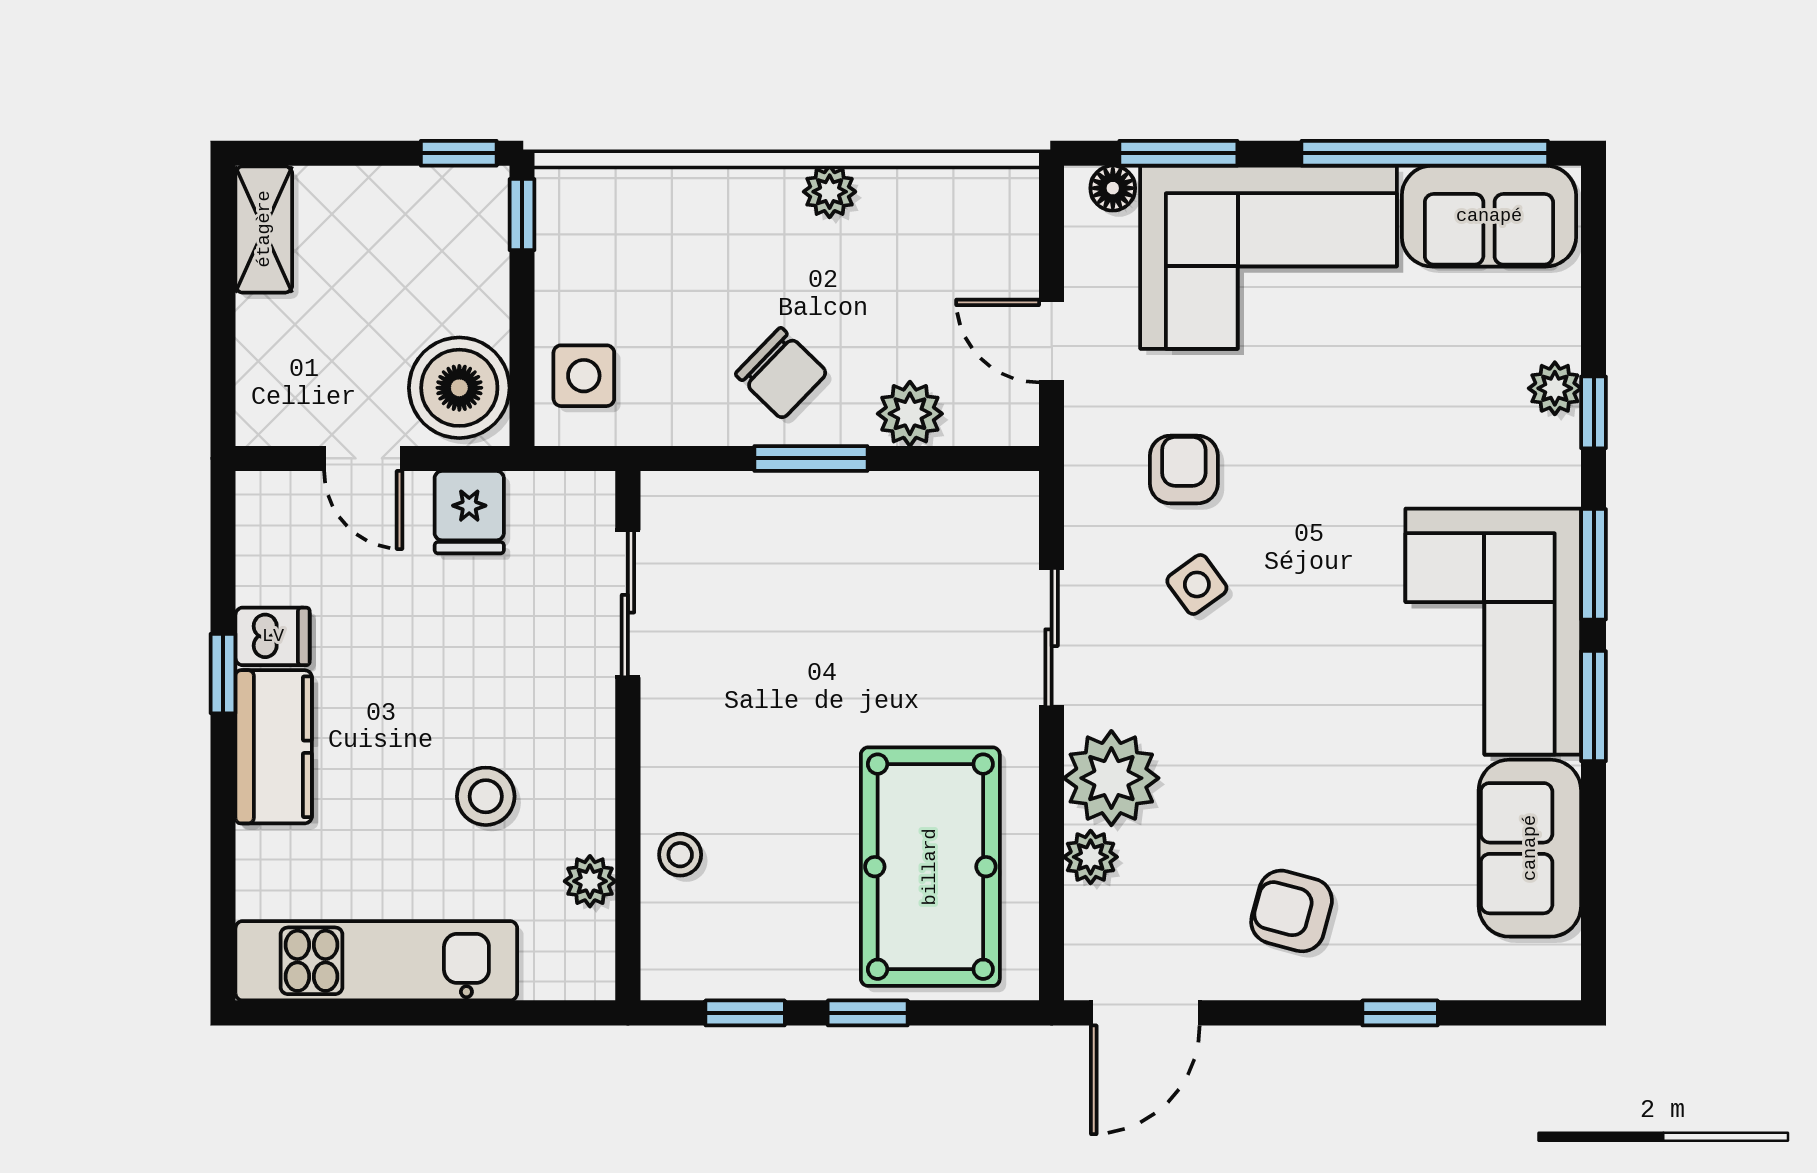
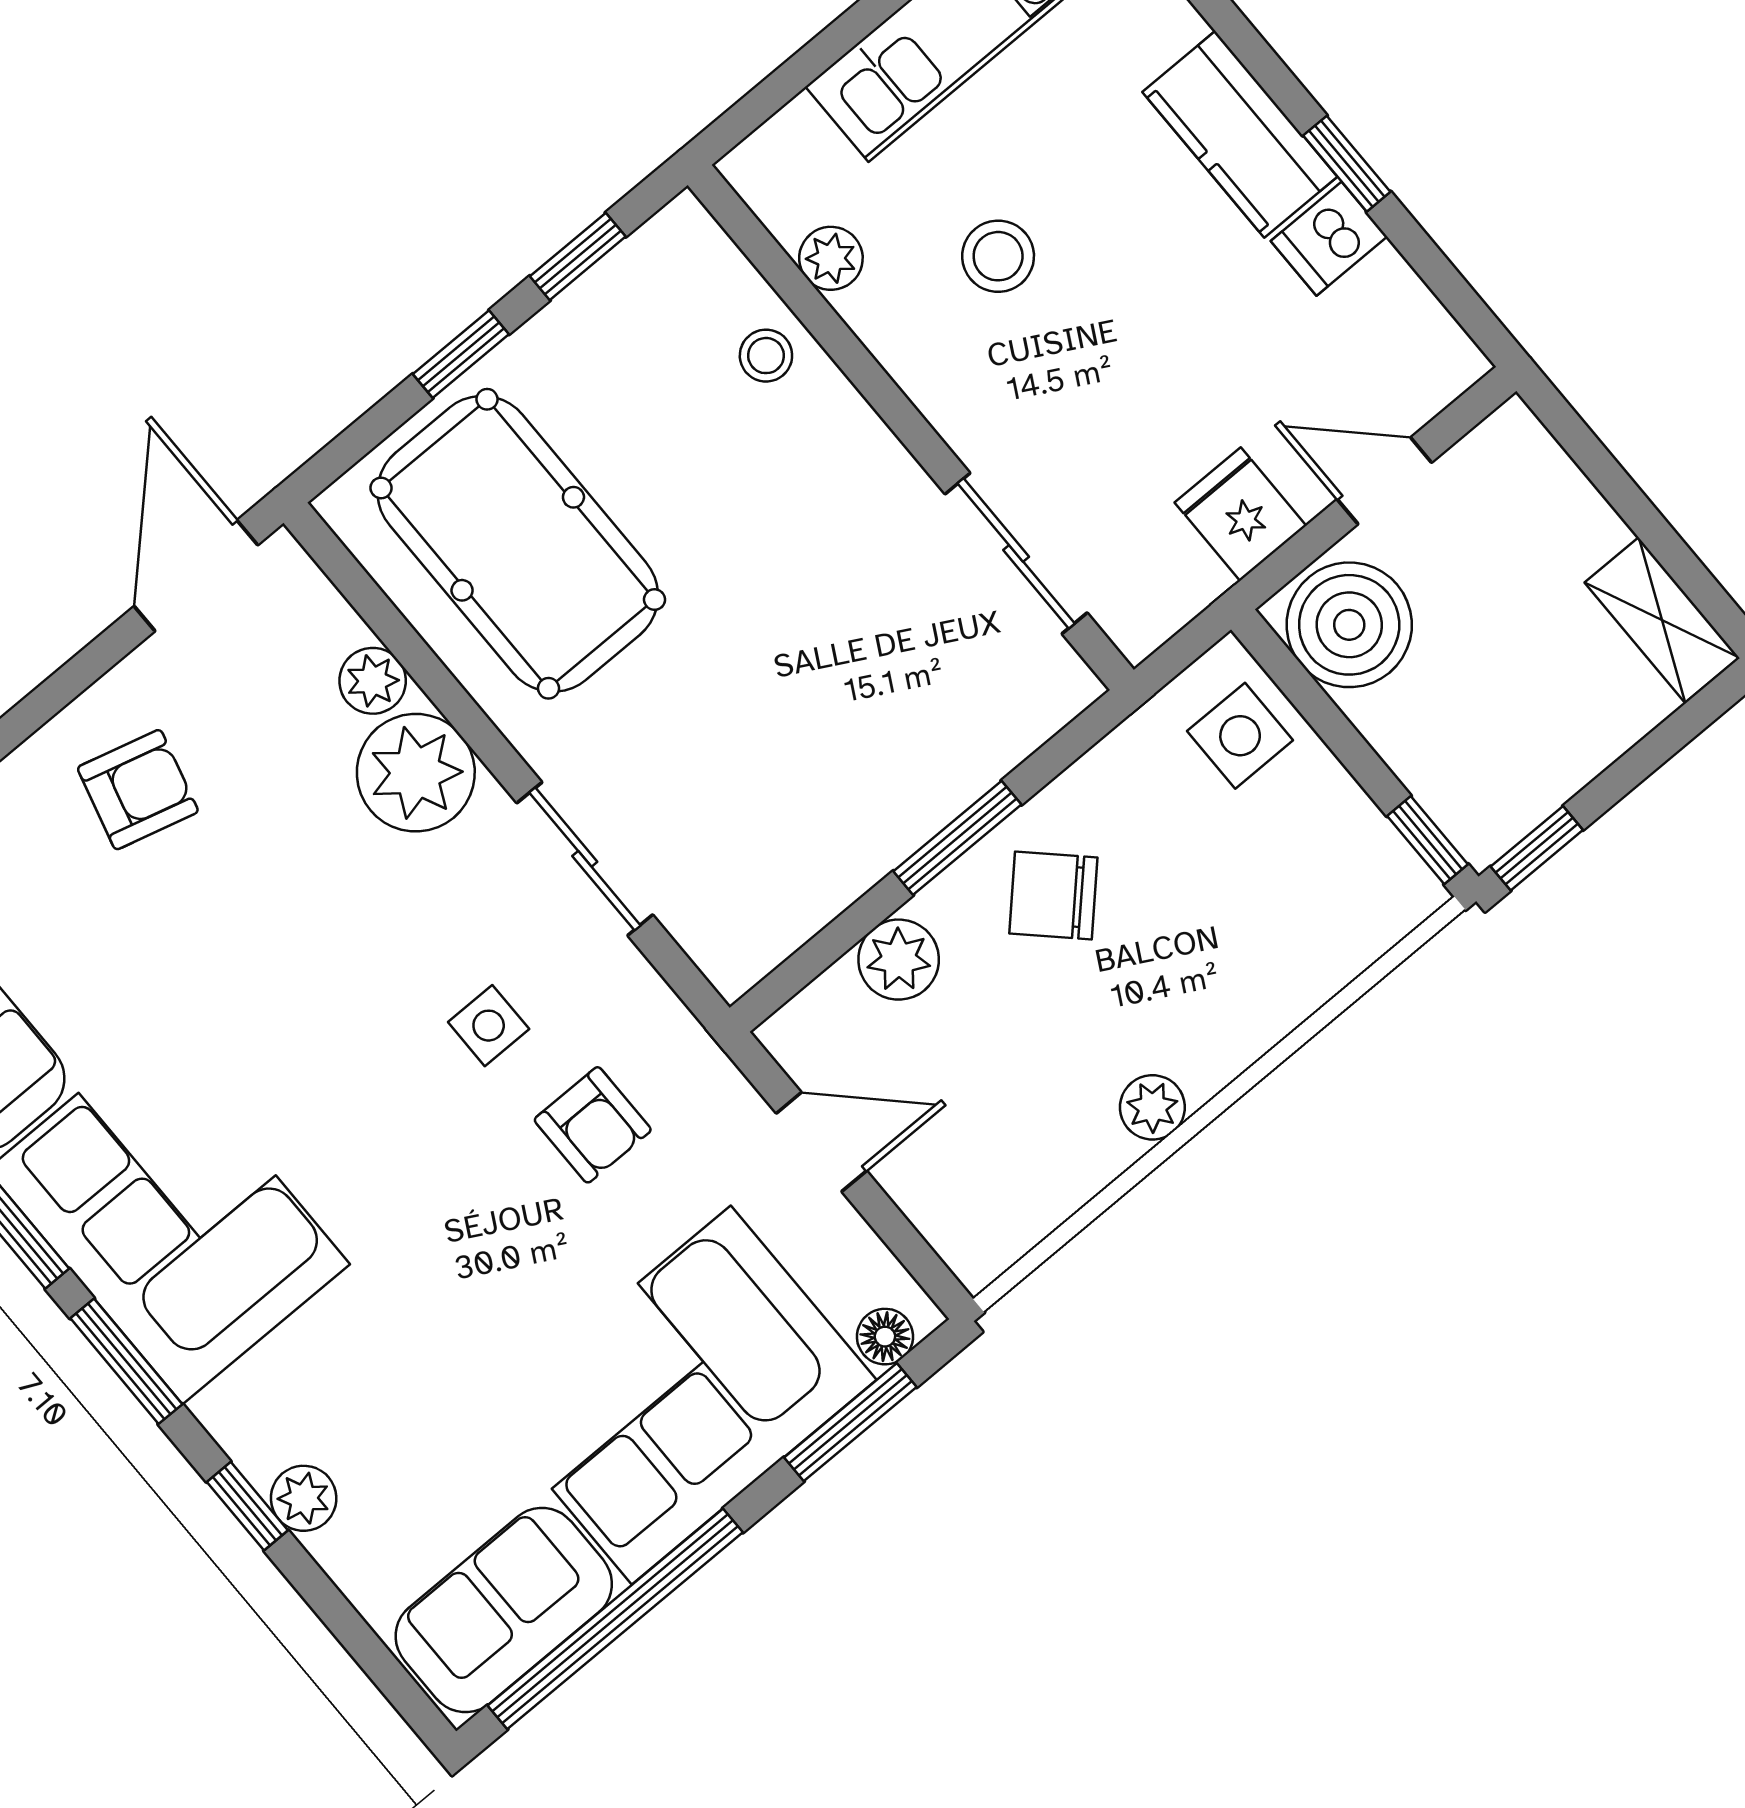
side table: (1197, 584) -> (489, 1026), turned 36

